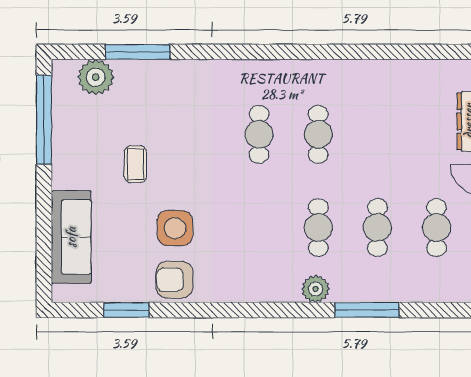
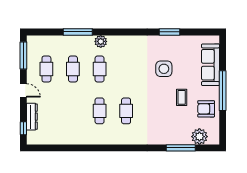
window: (44, 120) -> (223, 91), moved
armchair: (174, 280) -> (206, 109), moved, turned 180
window: (126, 310) -> (169, 32), moved

